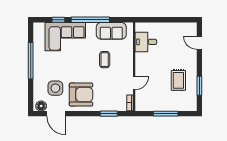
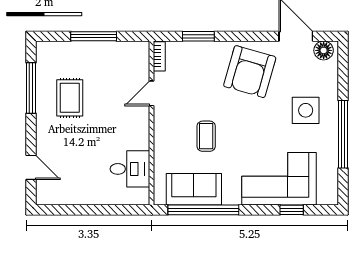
window: (90, 20) -> (203, 210), moved
window: (199, 86) -> (31, 88), width x1.44
side table: (55, 88) -> (306, 110), moved
armchair: (81, 95) -> (250, 72), turned -74

